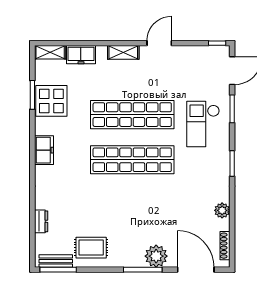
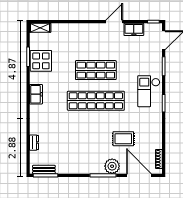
shelving: (123, 52) -> (90, 28), removed
freezer: (81, 55) -> (134, 29), moved
shop shelf: (132, 115) -> (96, 70), width x0.71
checkout: (203, 124) -> (149, 91), moved
plant: (222, 210) -> (157, 135), removed
rug: (91, 248) -> (123, 139), moved

